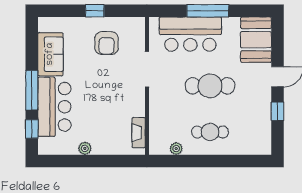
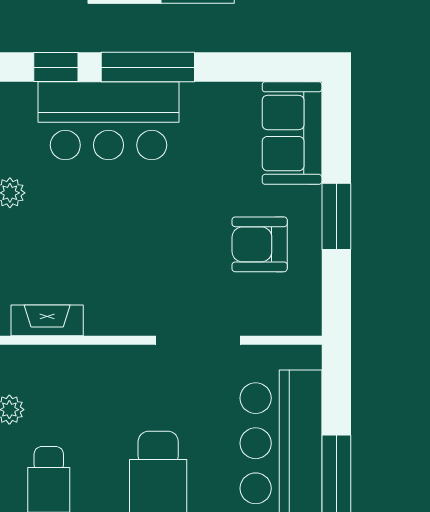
window: (95, 11) -> (336, 216), width x1.50
sofa: (50, 54) -> (292, 133), moved, turned 90

